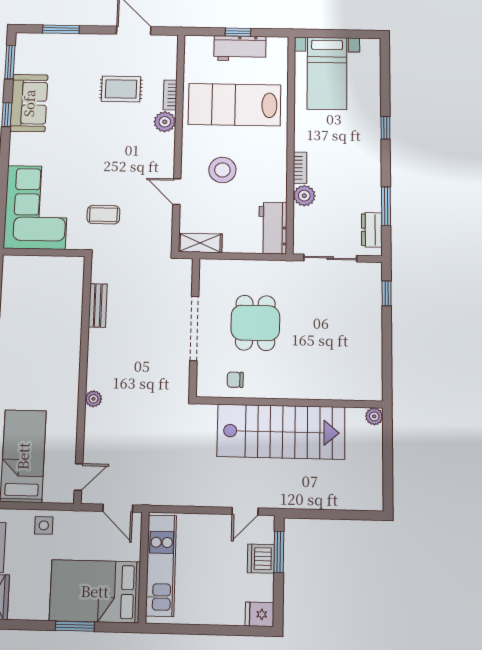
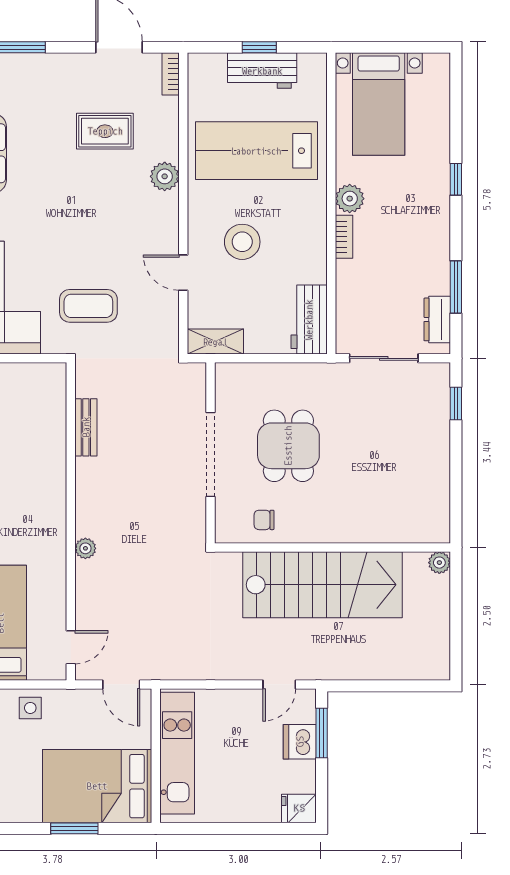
bookcase: (170, 95) -> (171, 74), moved
plant: (304, 196) -> (350, 199), moved
coffee table: (103, 215) -> (88, 306), width x1.36, depth x1.30

